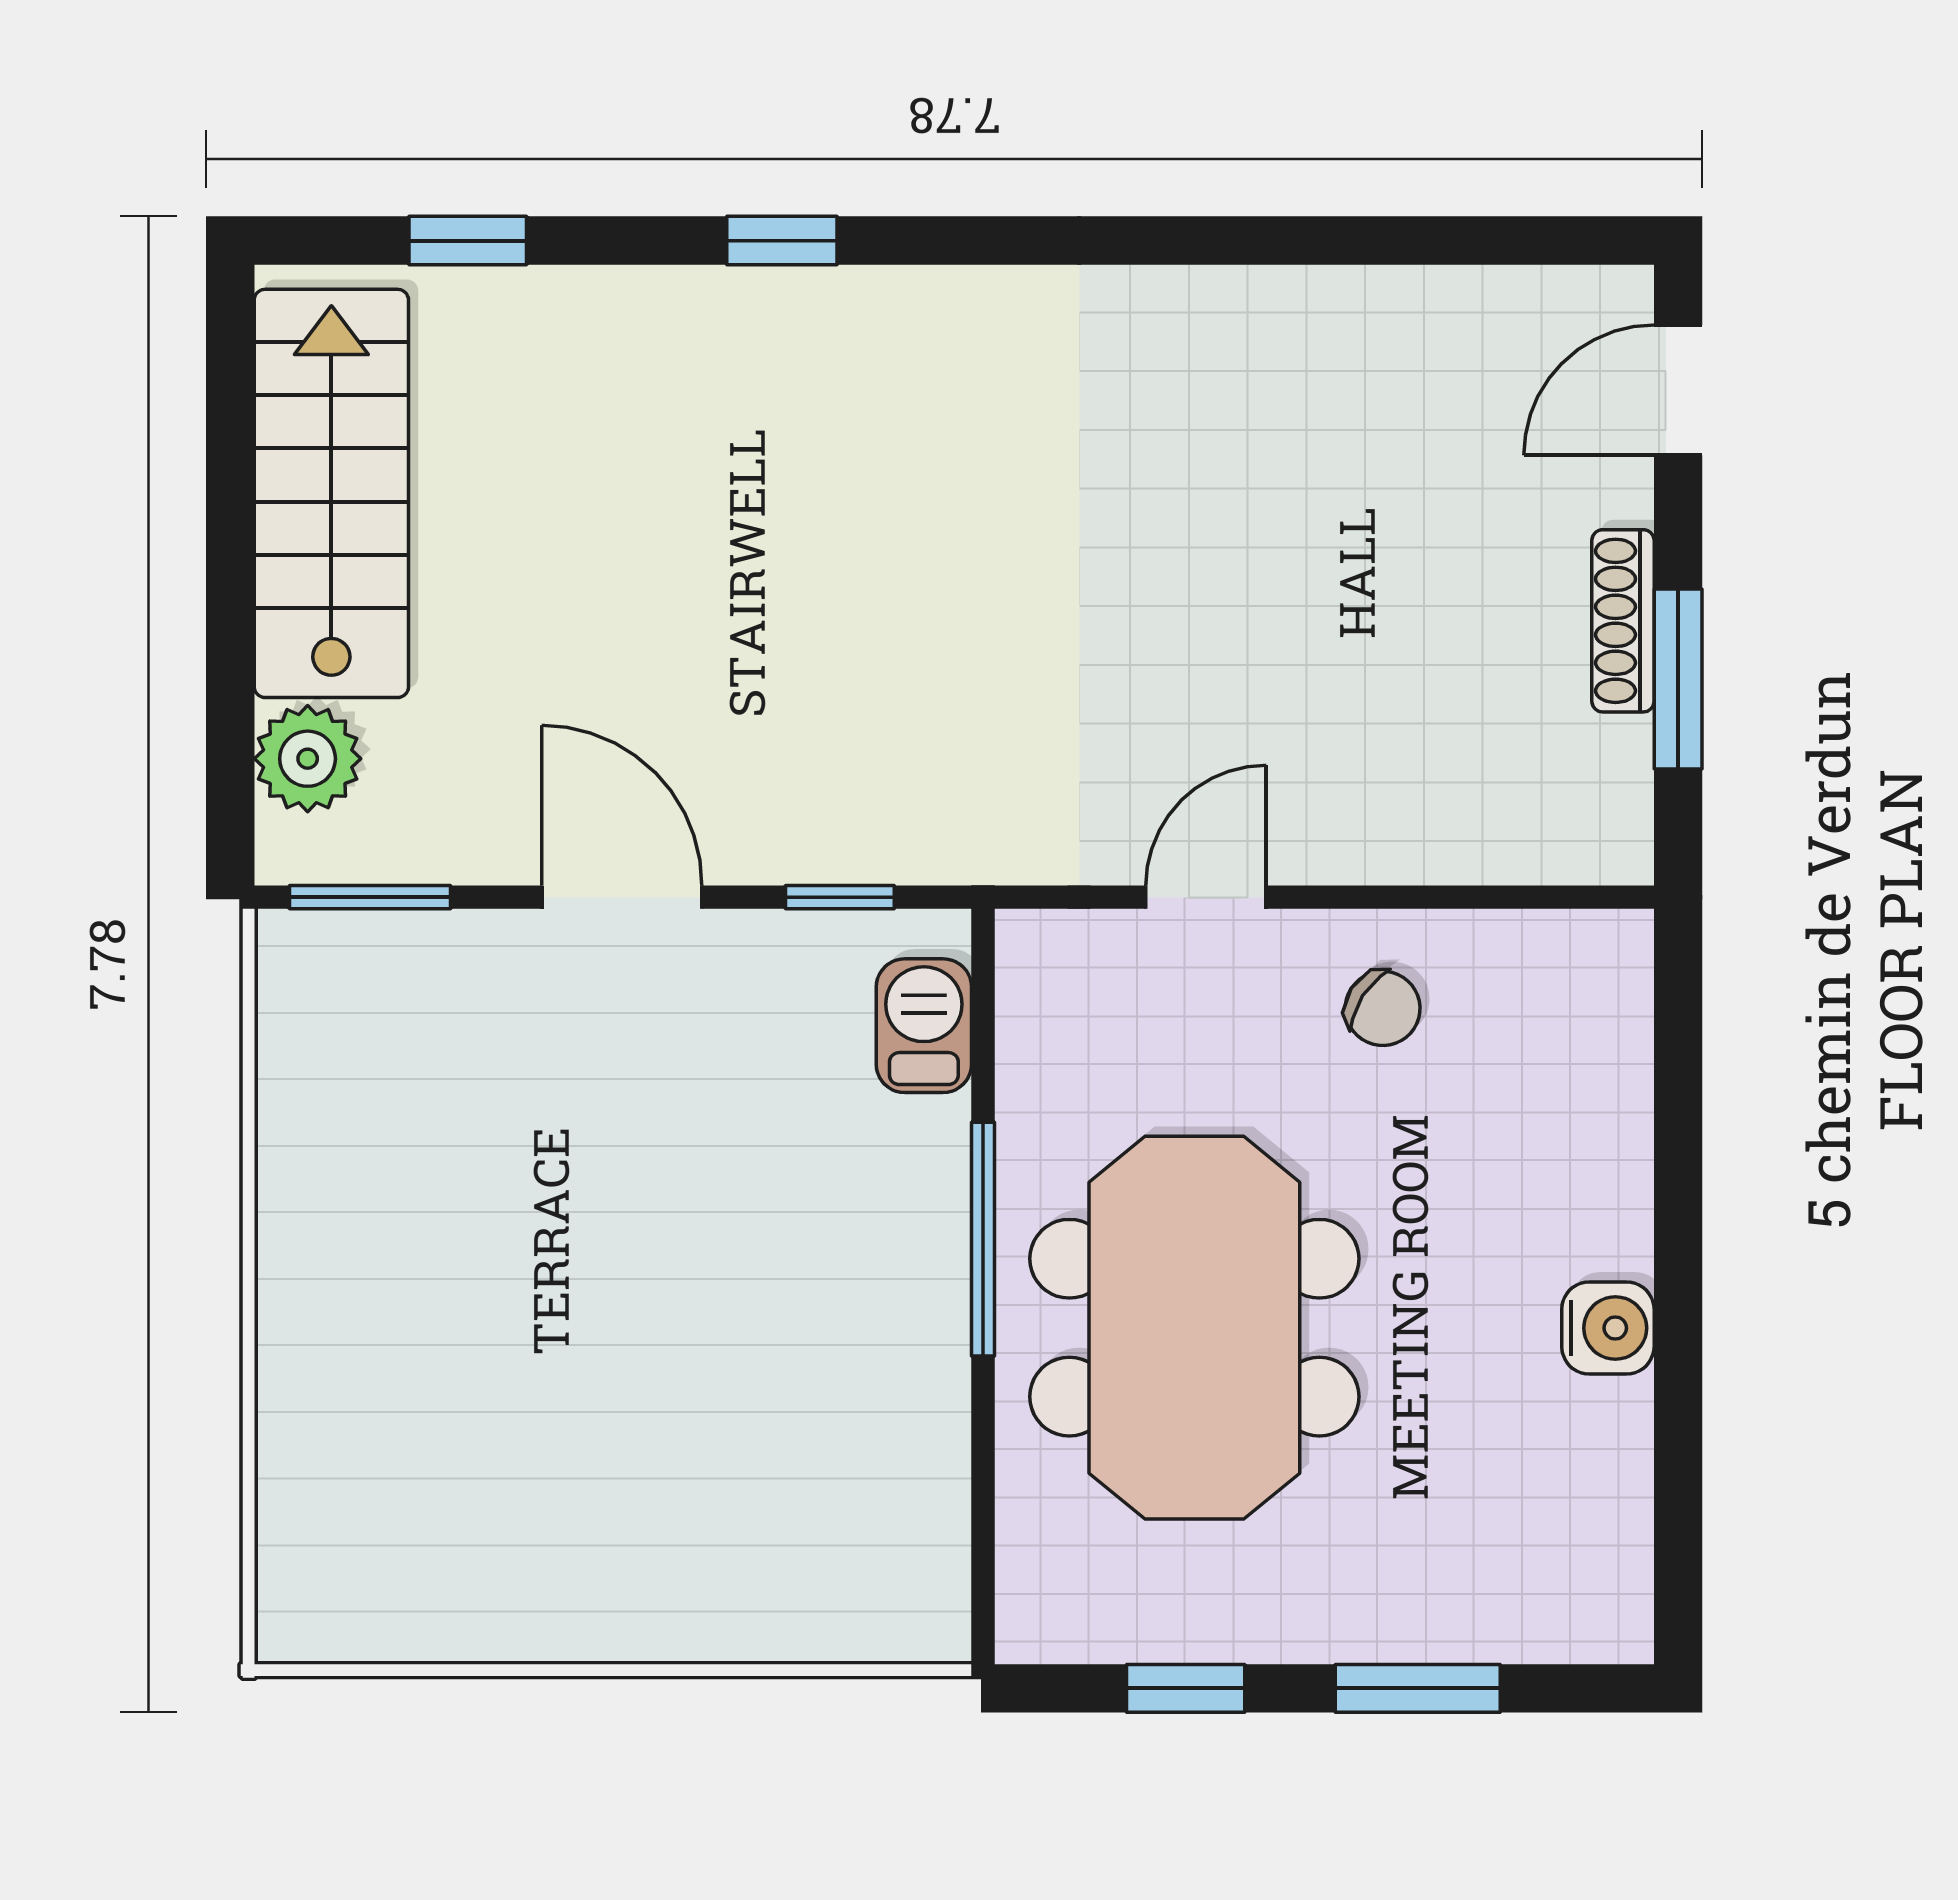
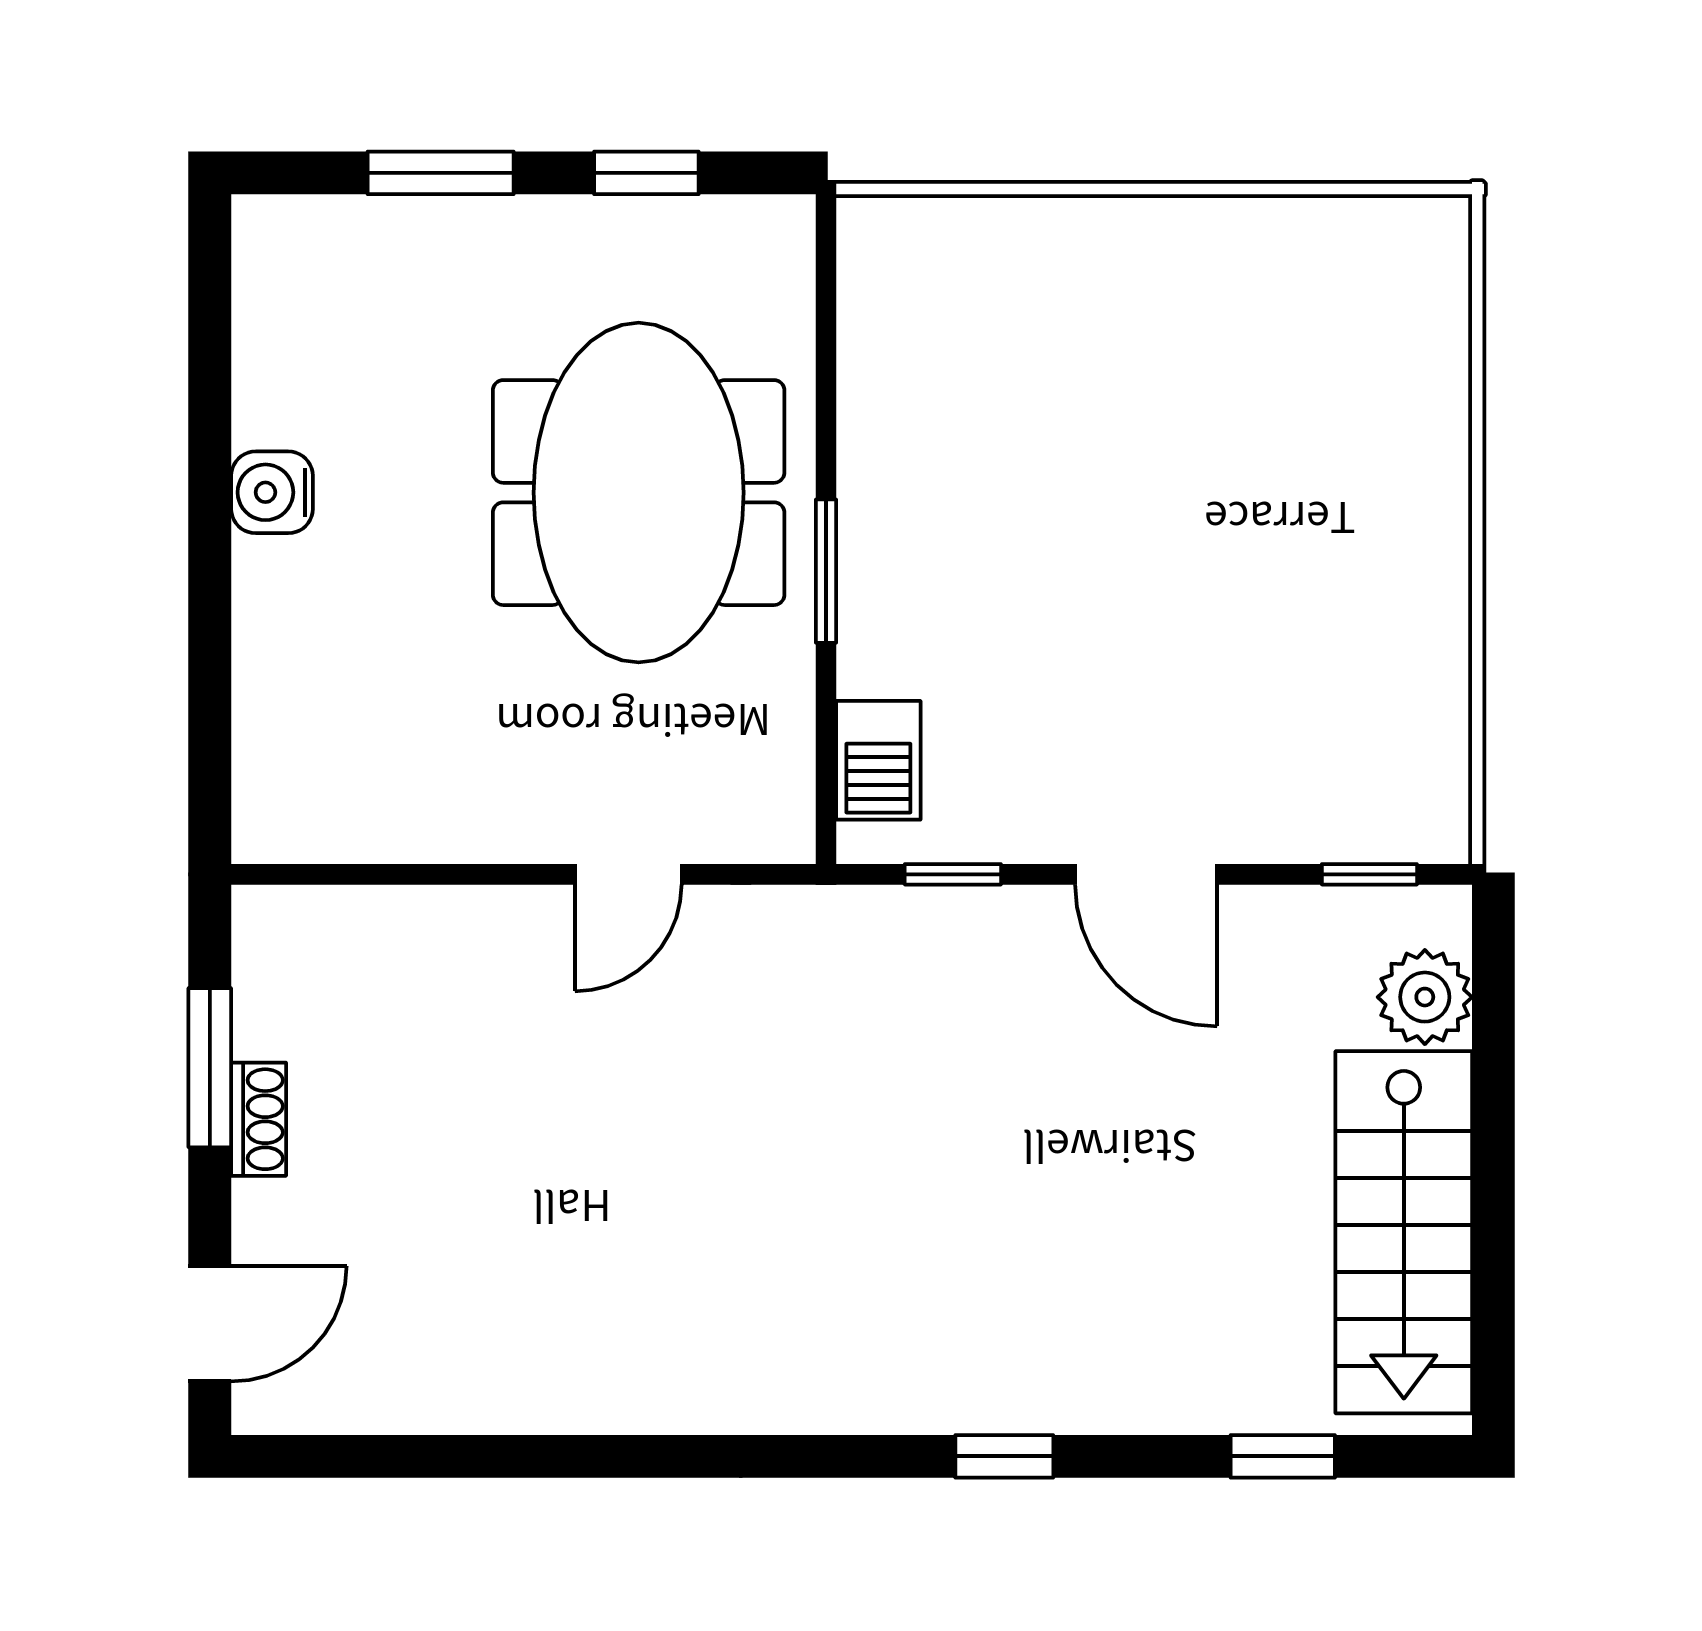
shoe rack: (1623, 621) -> (259, 1119), width x0.70
window: (370, 897) -> (1369, 874), width x0.67
chair: (1383, 1008) -> (472, 776), removed
window: (983, 1239) -> (826, 571), width x0.69

